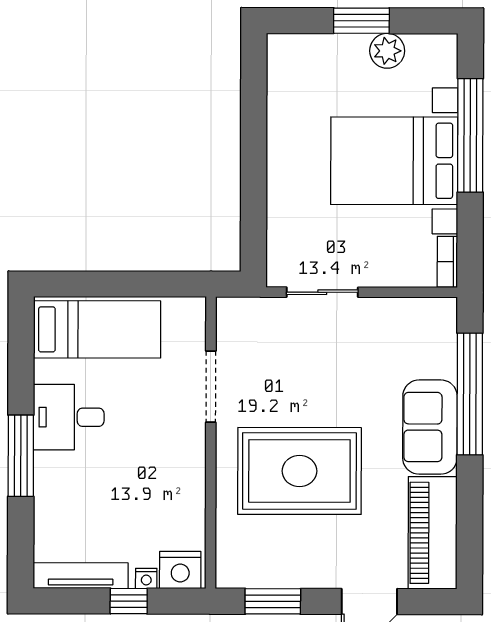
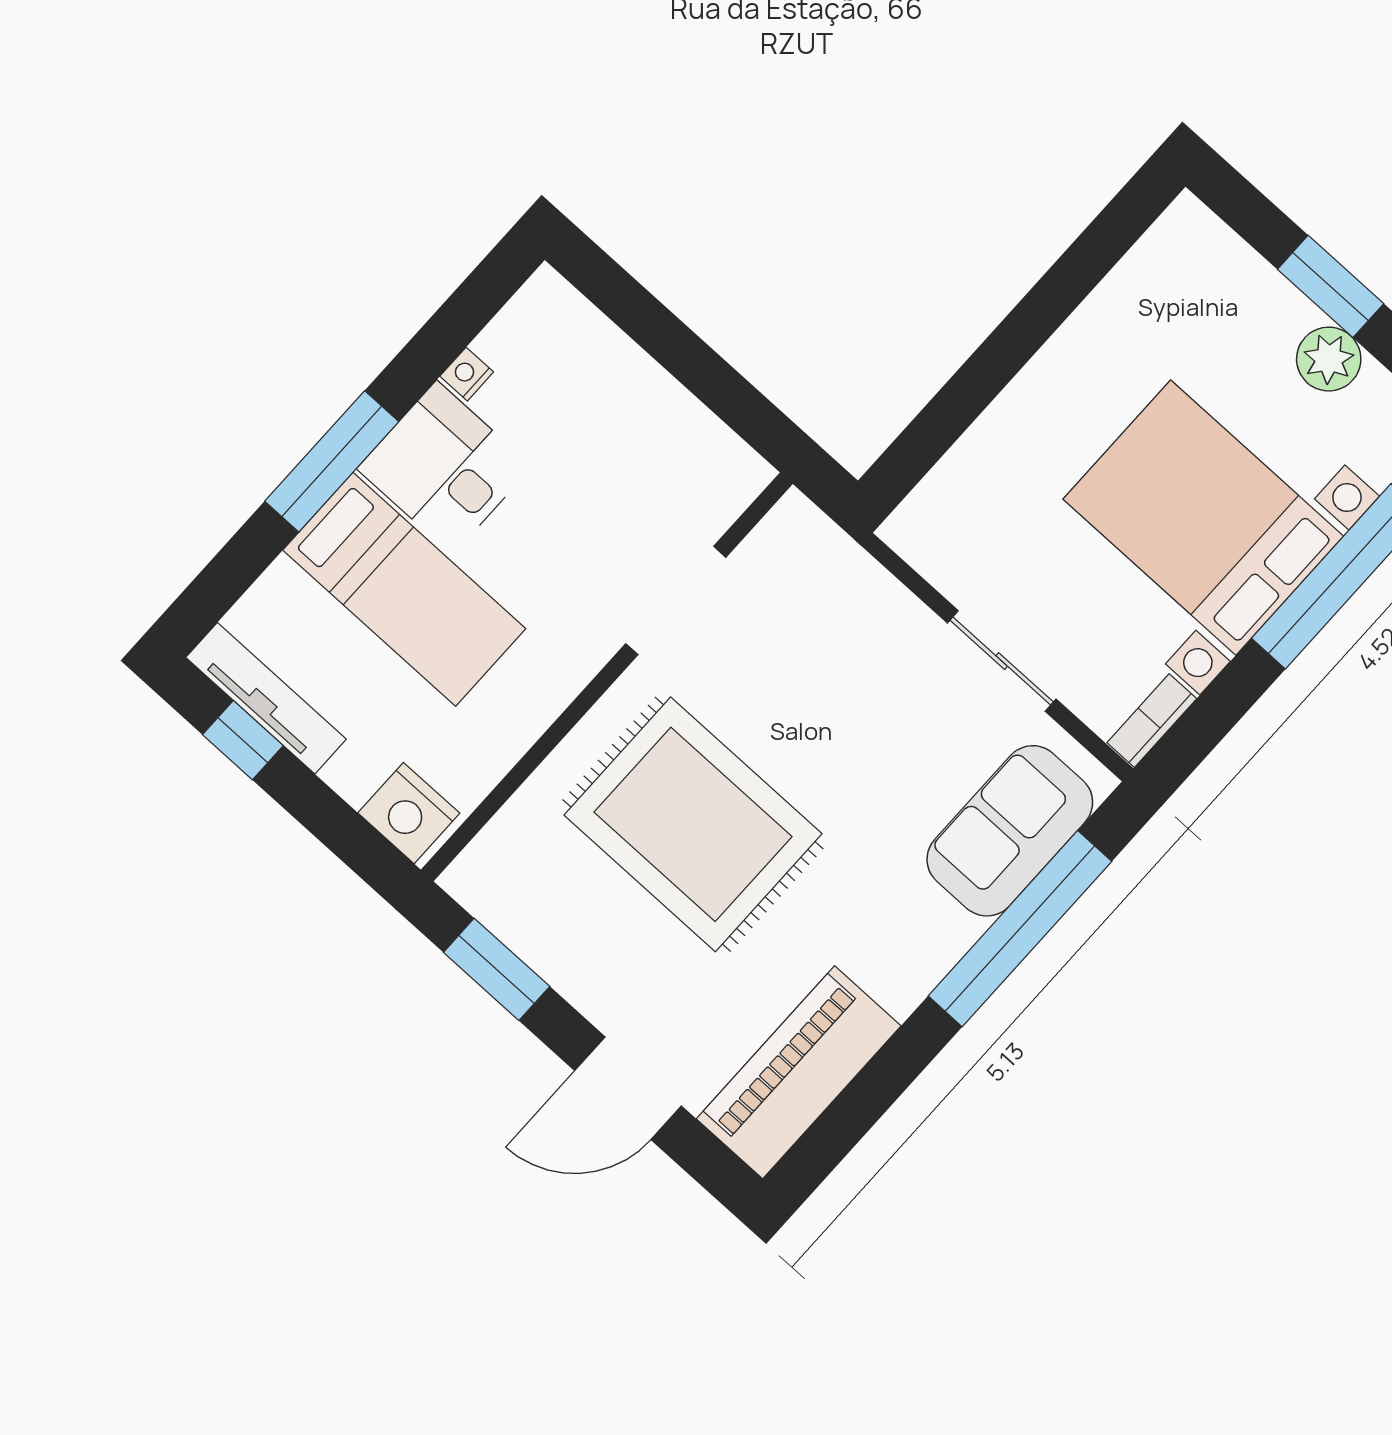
sliding door: (322, 292) -> (1002, 661), moved
bed: (97, 329) -> (404, 589), moved
sofa: (430, 427) -> (1010, 831), moved
nightstand: (146, 578) -> (467, 374), moved, turned 90
window: (129, 601) -> (243, 740), moved

